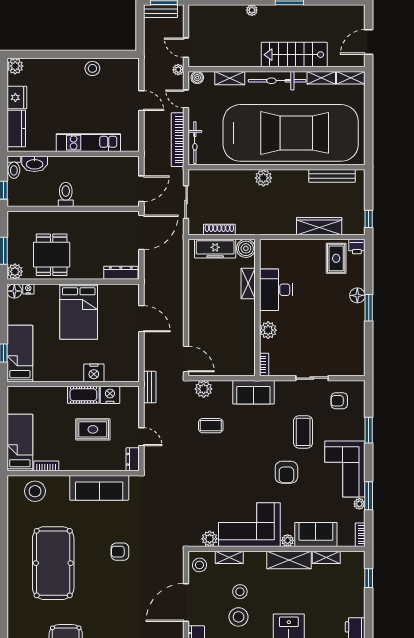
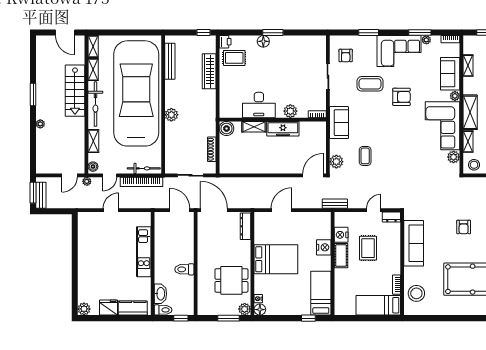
stool: (92, 68) -> (86, 249), removed
freezer: (215, 249) -> (283, 129), moved, turned 90
bed: (20, 353) -> (321, 293), moved, turned 90
shelving: (289, 560) -> (470, 112), moved

